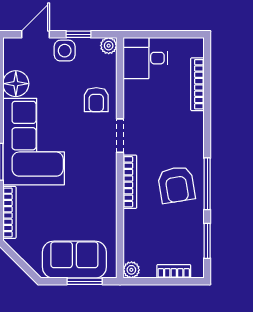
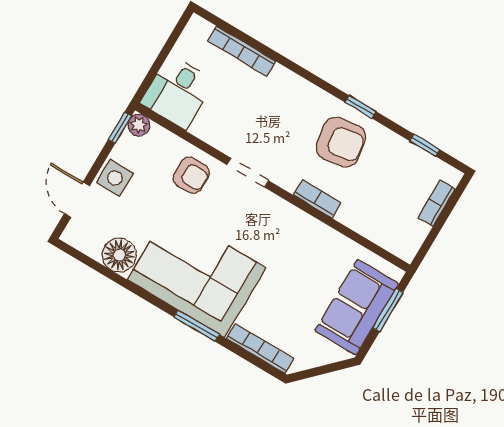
window: (78, 34) -> (120, 128), moved
bookcase: (130, 182) -> (317, 199), width x0.64
window: (207, 184) -> (360, 107), width x0.46
window: (207, 241) -> (425, 145), width x0.67
plant: (131, 270) -> (406, 250), removed

